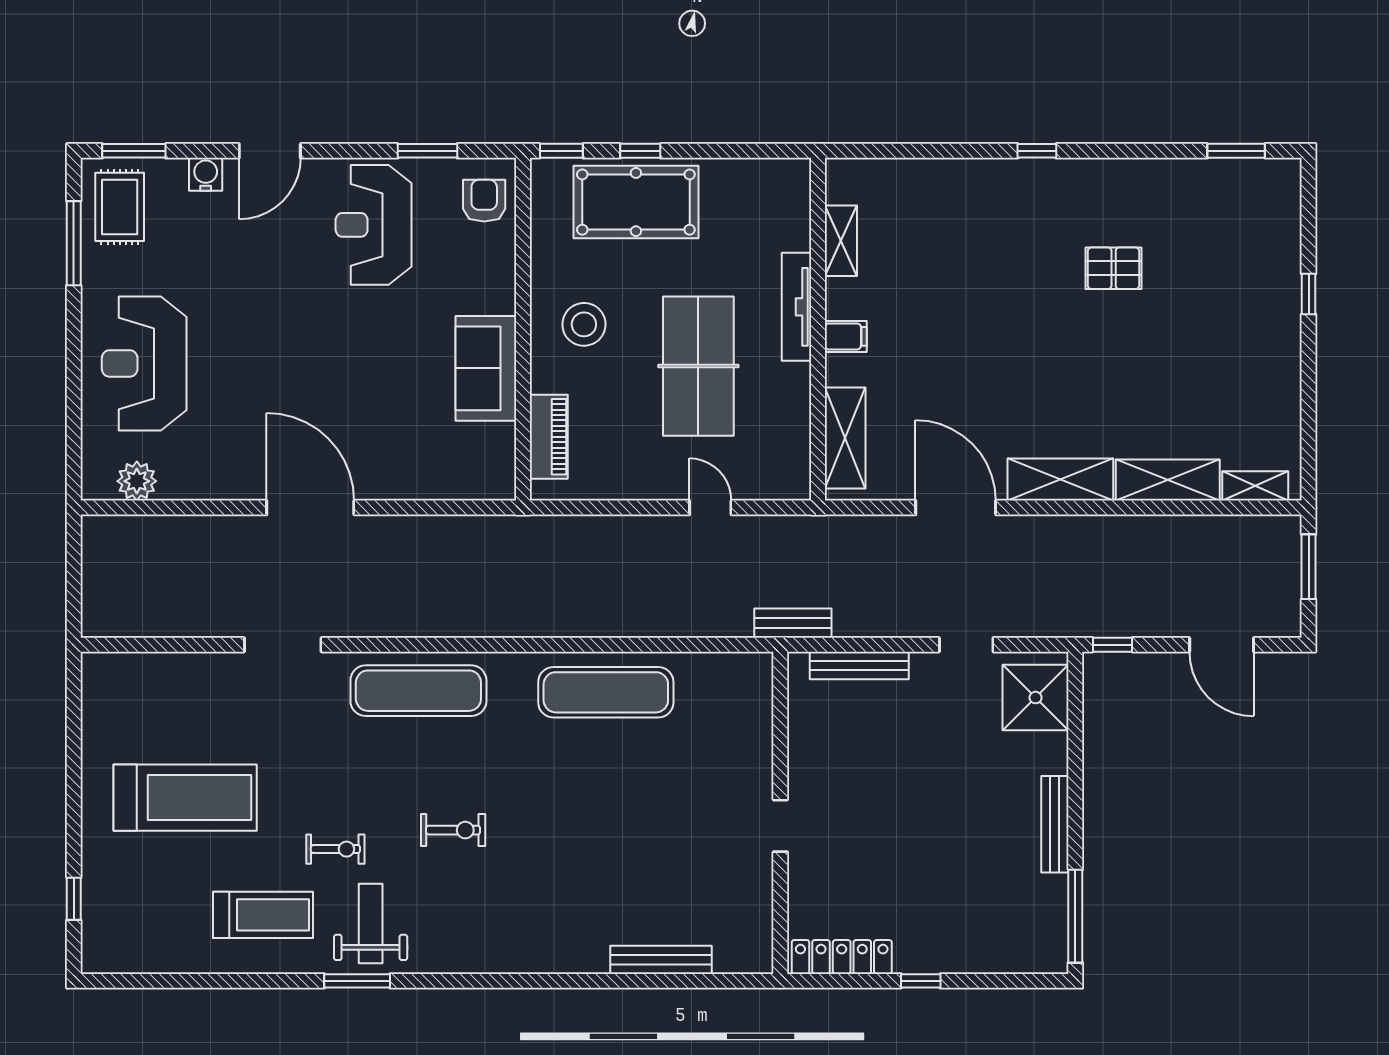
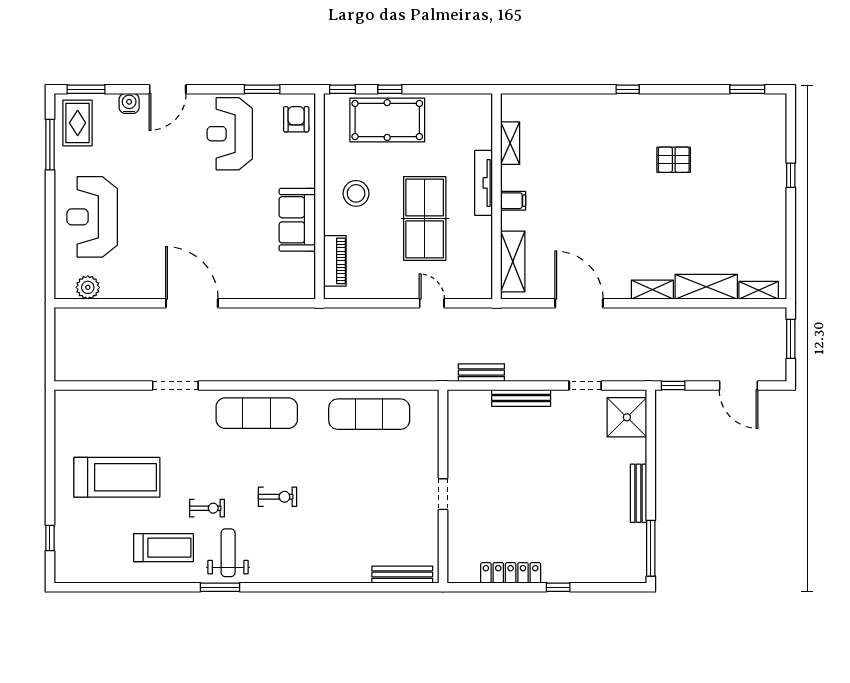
shelving: (1060, 480) -> (652, 290), width x0.67, depth x0.75
wall: (780, 813) -> (443, 486), moved
doorway: (780, 826) -> (443, 494), moved

